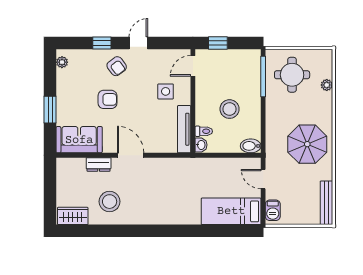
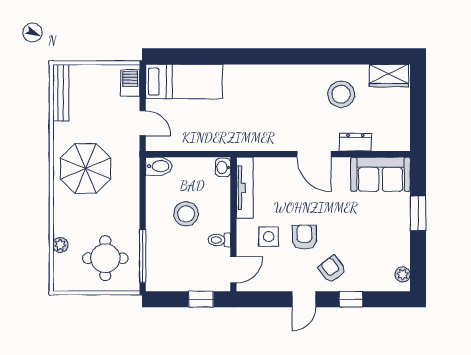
armchair: (107, 99) -> (304, 237), moved, turned 90
toilet: (204, 131) -> (219, 240), moved

